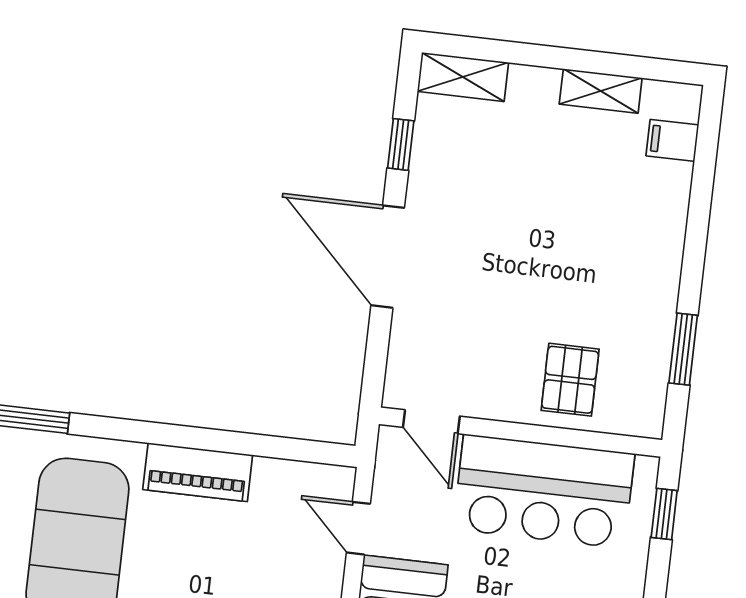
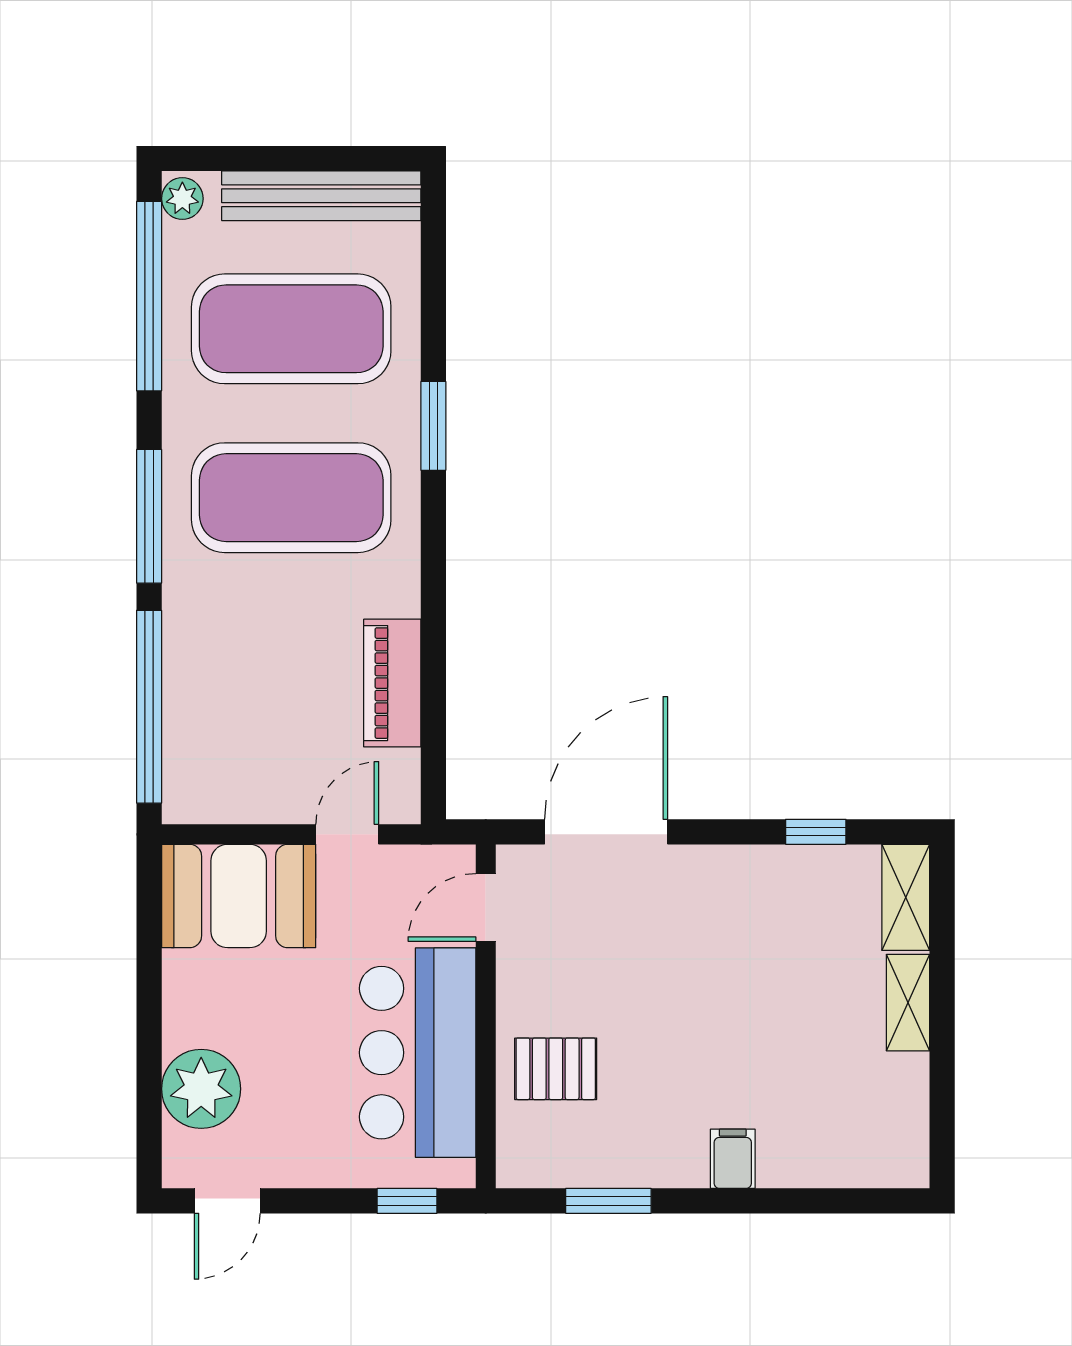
shelving: (601, 91) -> (908, 1003), moved
filing cabinet: (672, 140) -> (733, 1159), moved
door: (388, 257) -> (606, 832), moved
piano: (198, 472) -> (392, 683), moved

